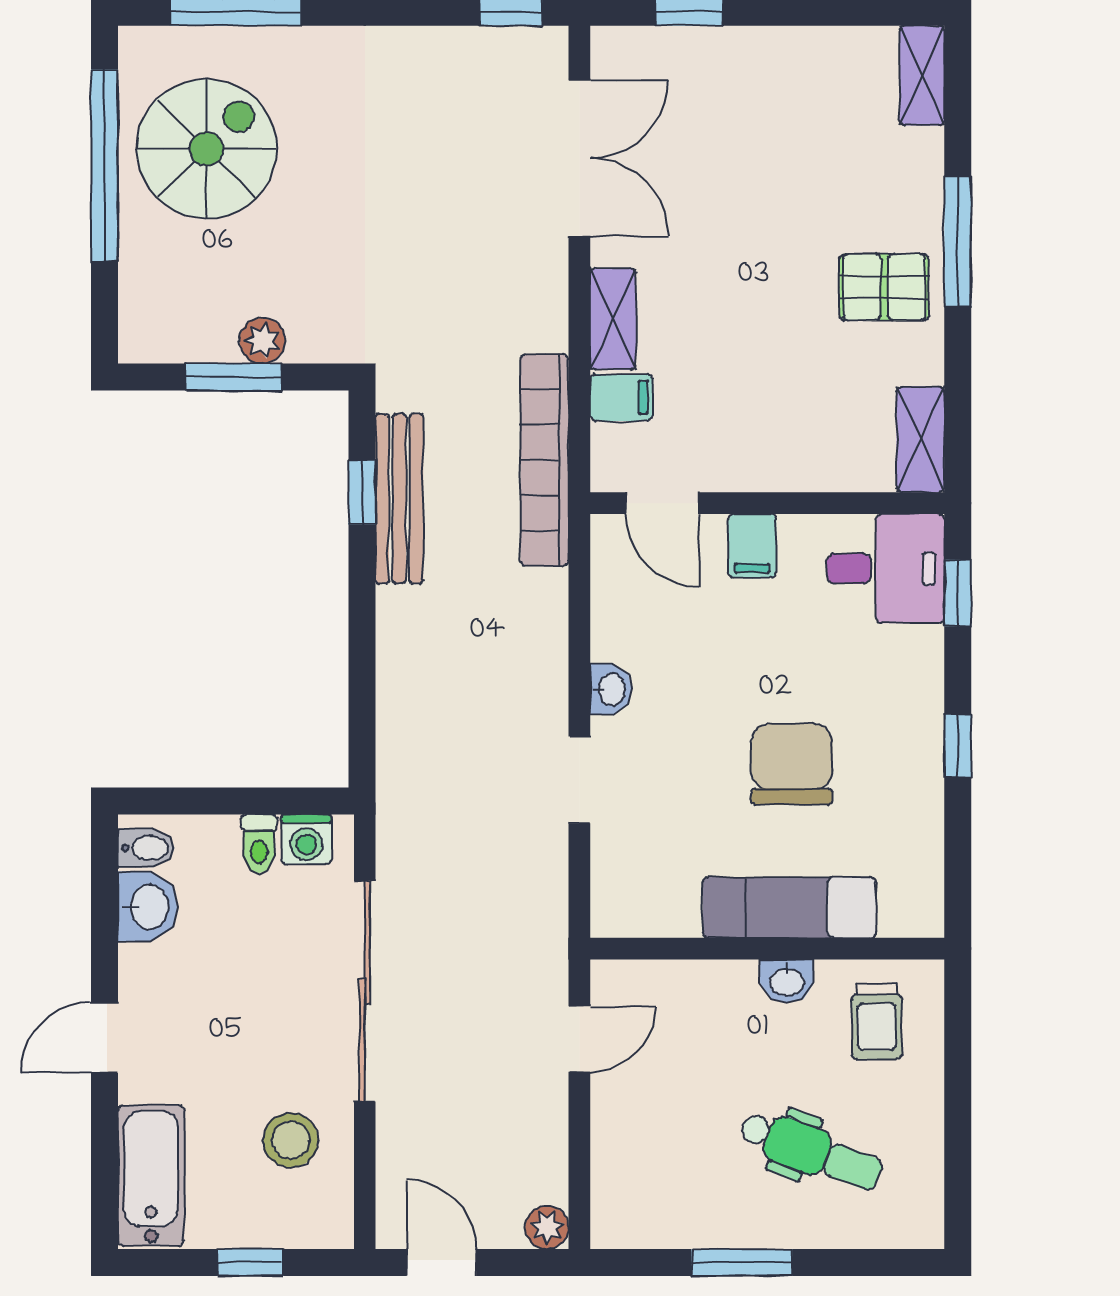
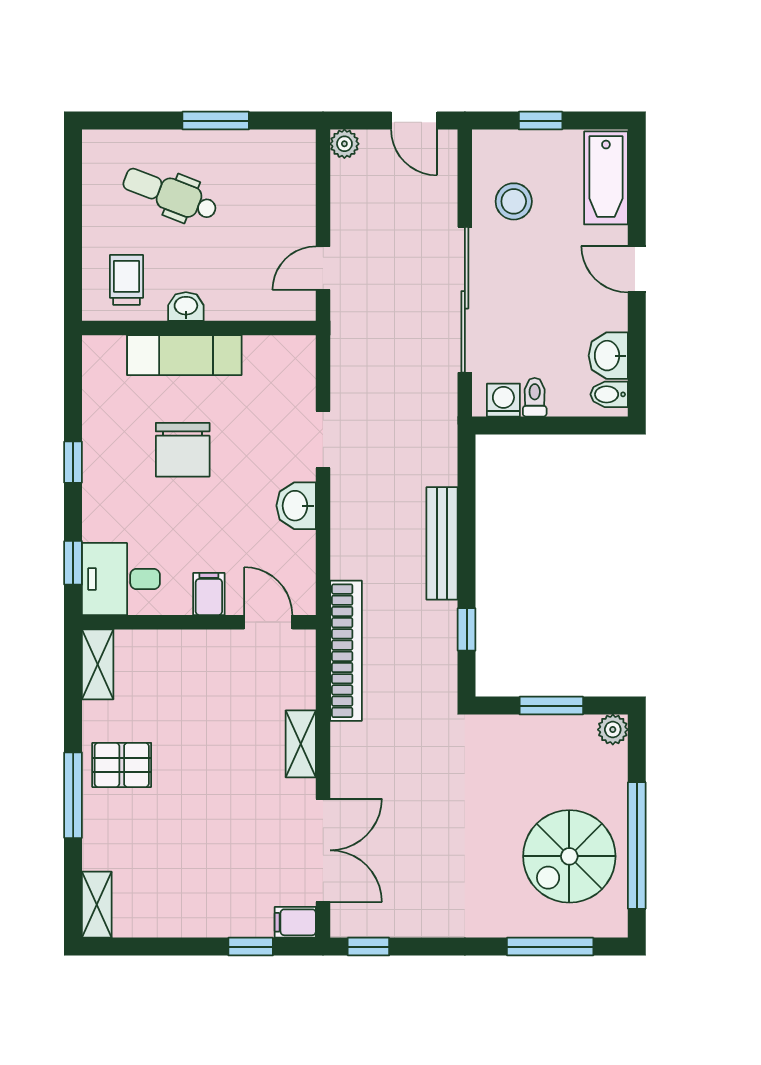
double door: (579, 158) -> (323, 850), swing flipped
plant: (262, 341) -> (613, 730), moved
filing cabinet: (621, 397) -> (295, 922), moved
bench: (399, 499) -> (442, 543), moved
washbasin: (611, 689) -> (296, 506), width x1.38, depth x1.45
door: (104, 1038) -> (637, 269), swing flipped

